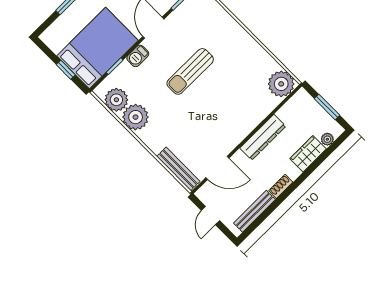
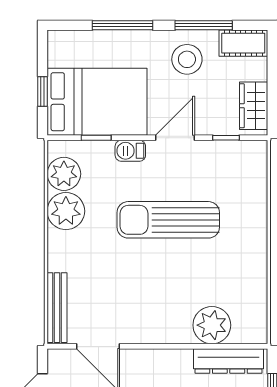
sun lounger: (190, 71) -> (168, 220), width x1.36, depth x1.34
plant: (281, 84) -> (212, 325), moved
dresser: (263, 137) -> (229, 361), moved

